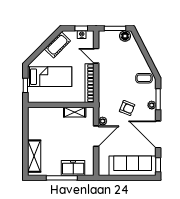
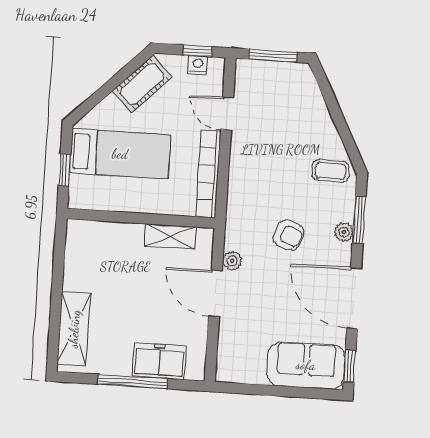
floor lamp: (125, 36) -> (294, 74), removed
door: (96, 136) -> (215, 293), swing flipped
sofa: (133, 166) -> (306, 365), width x0.73

